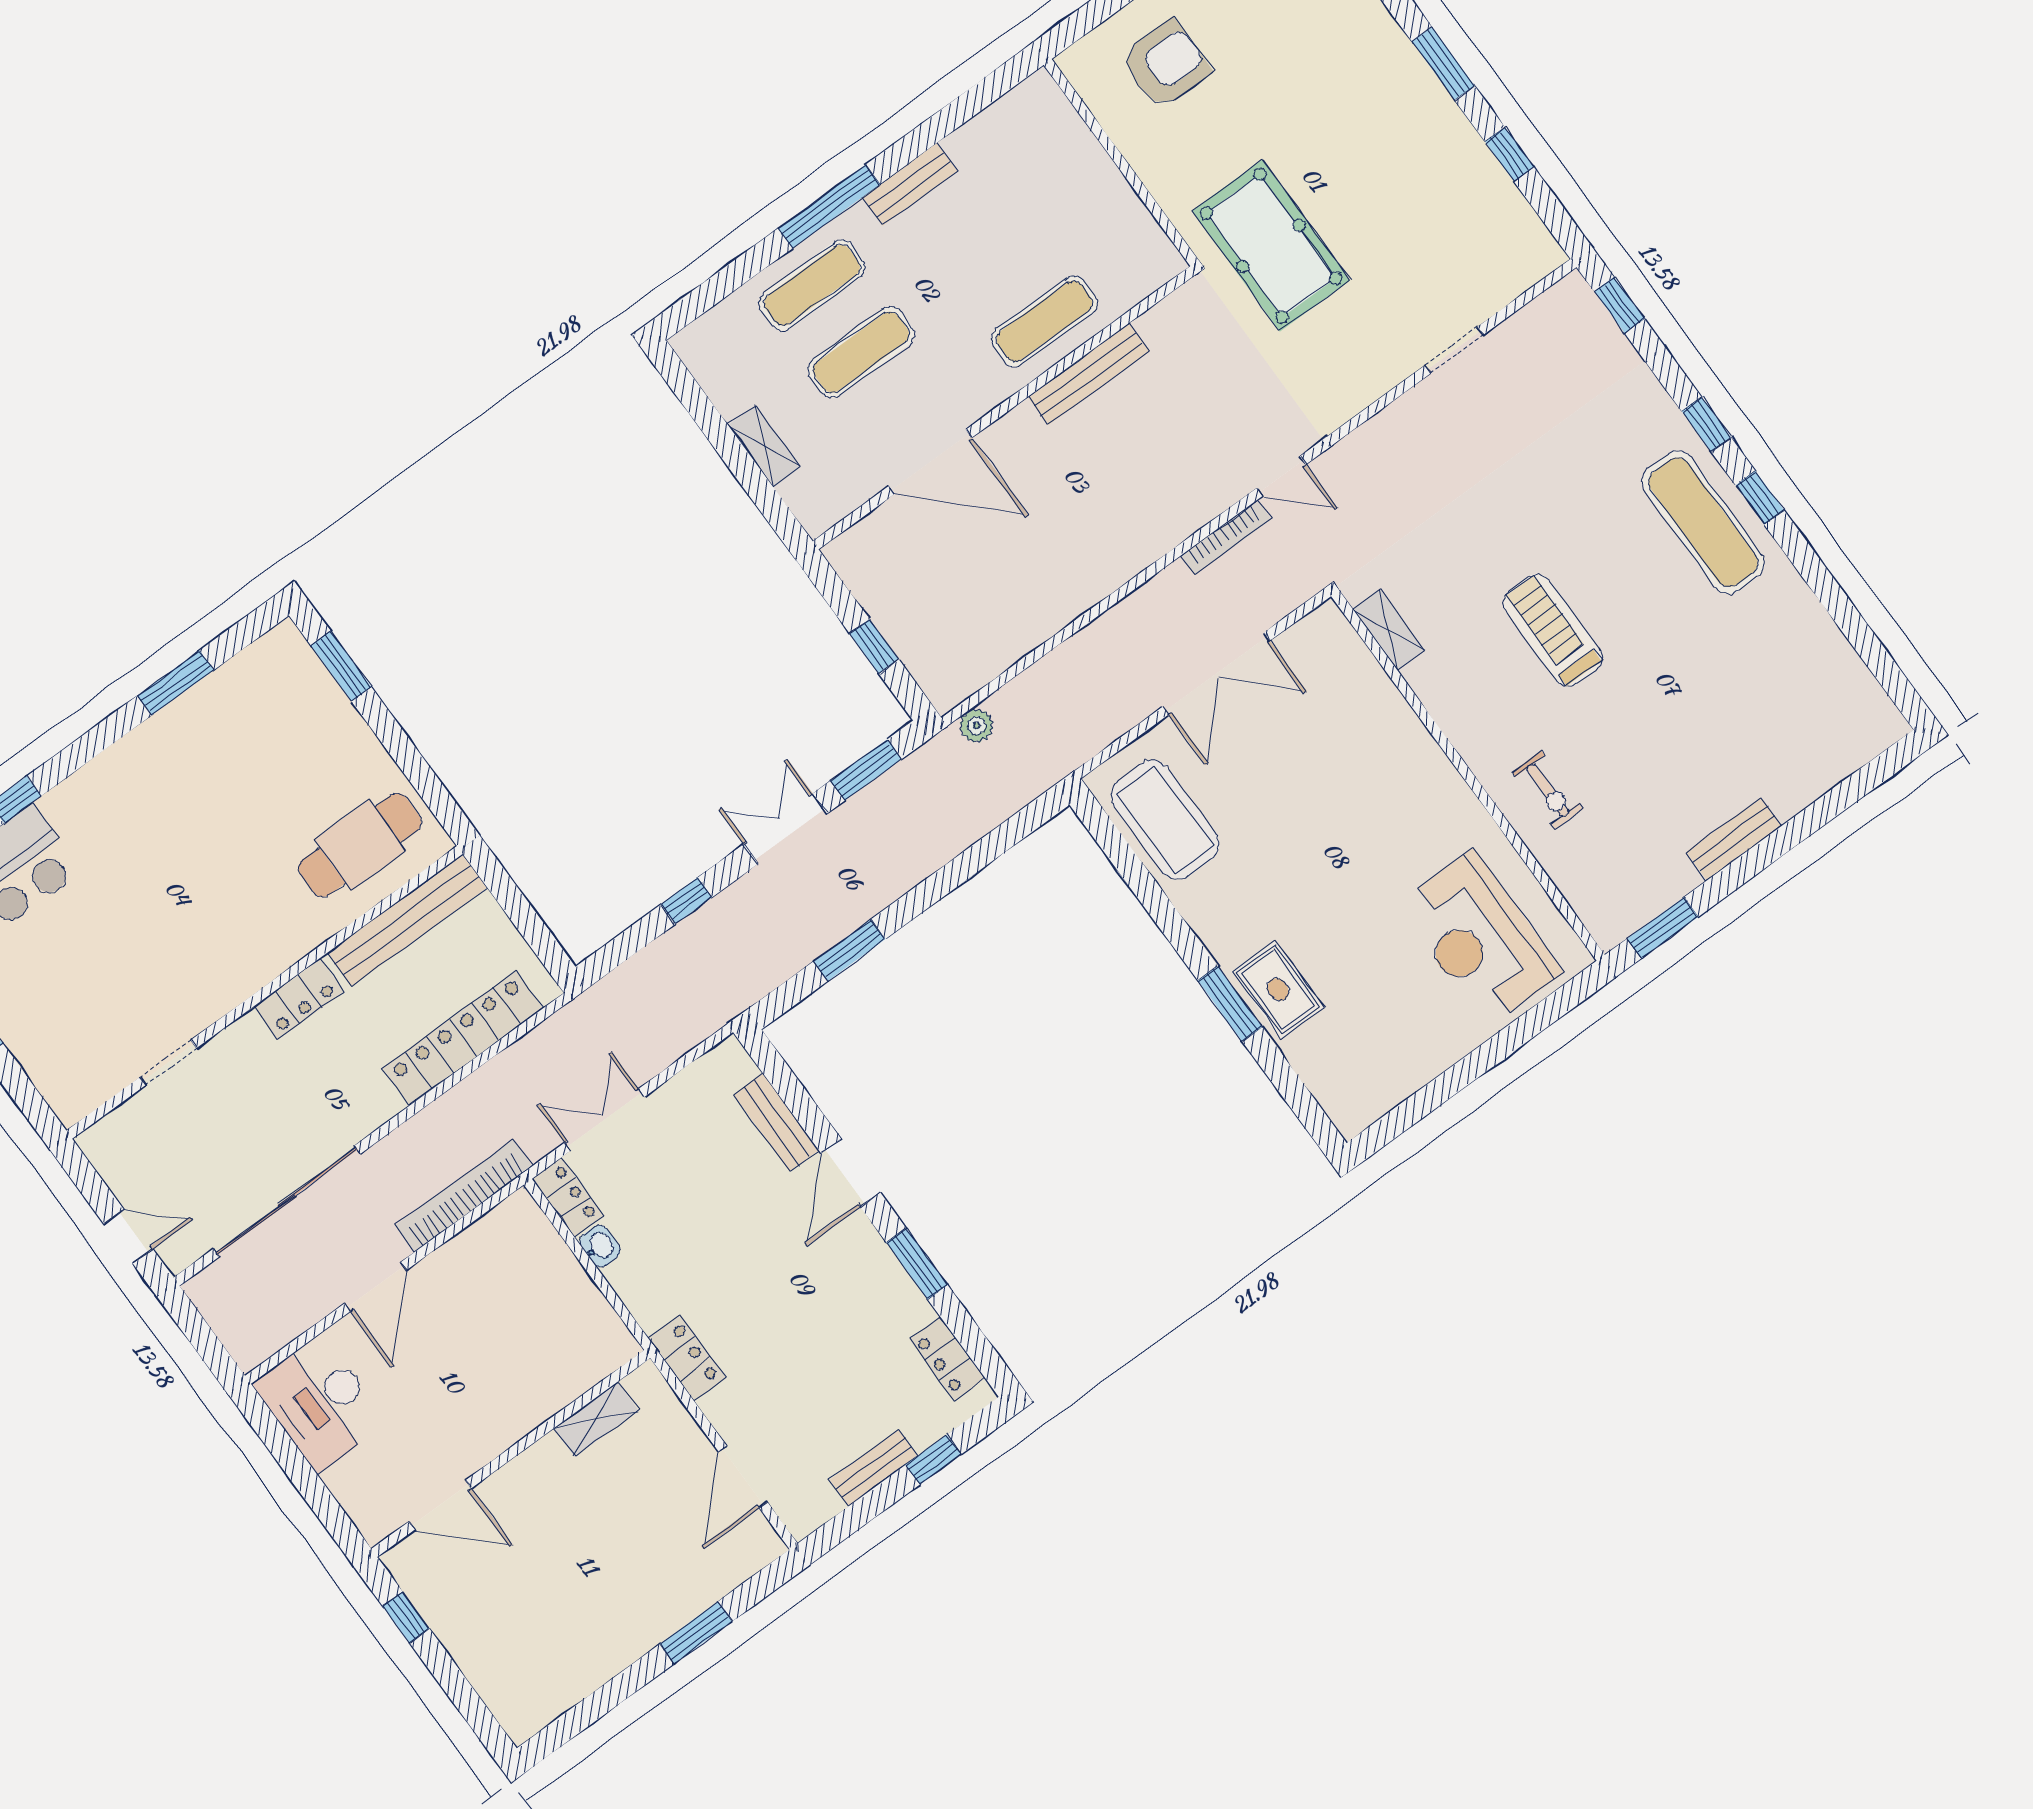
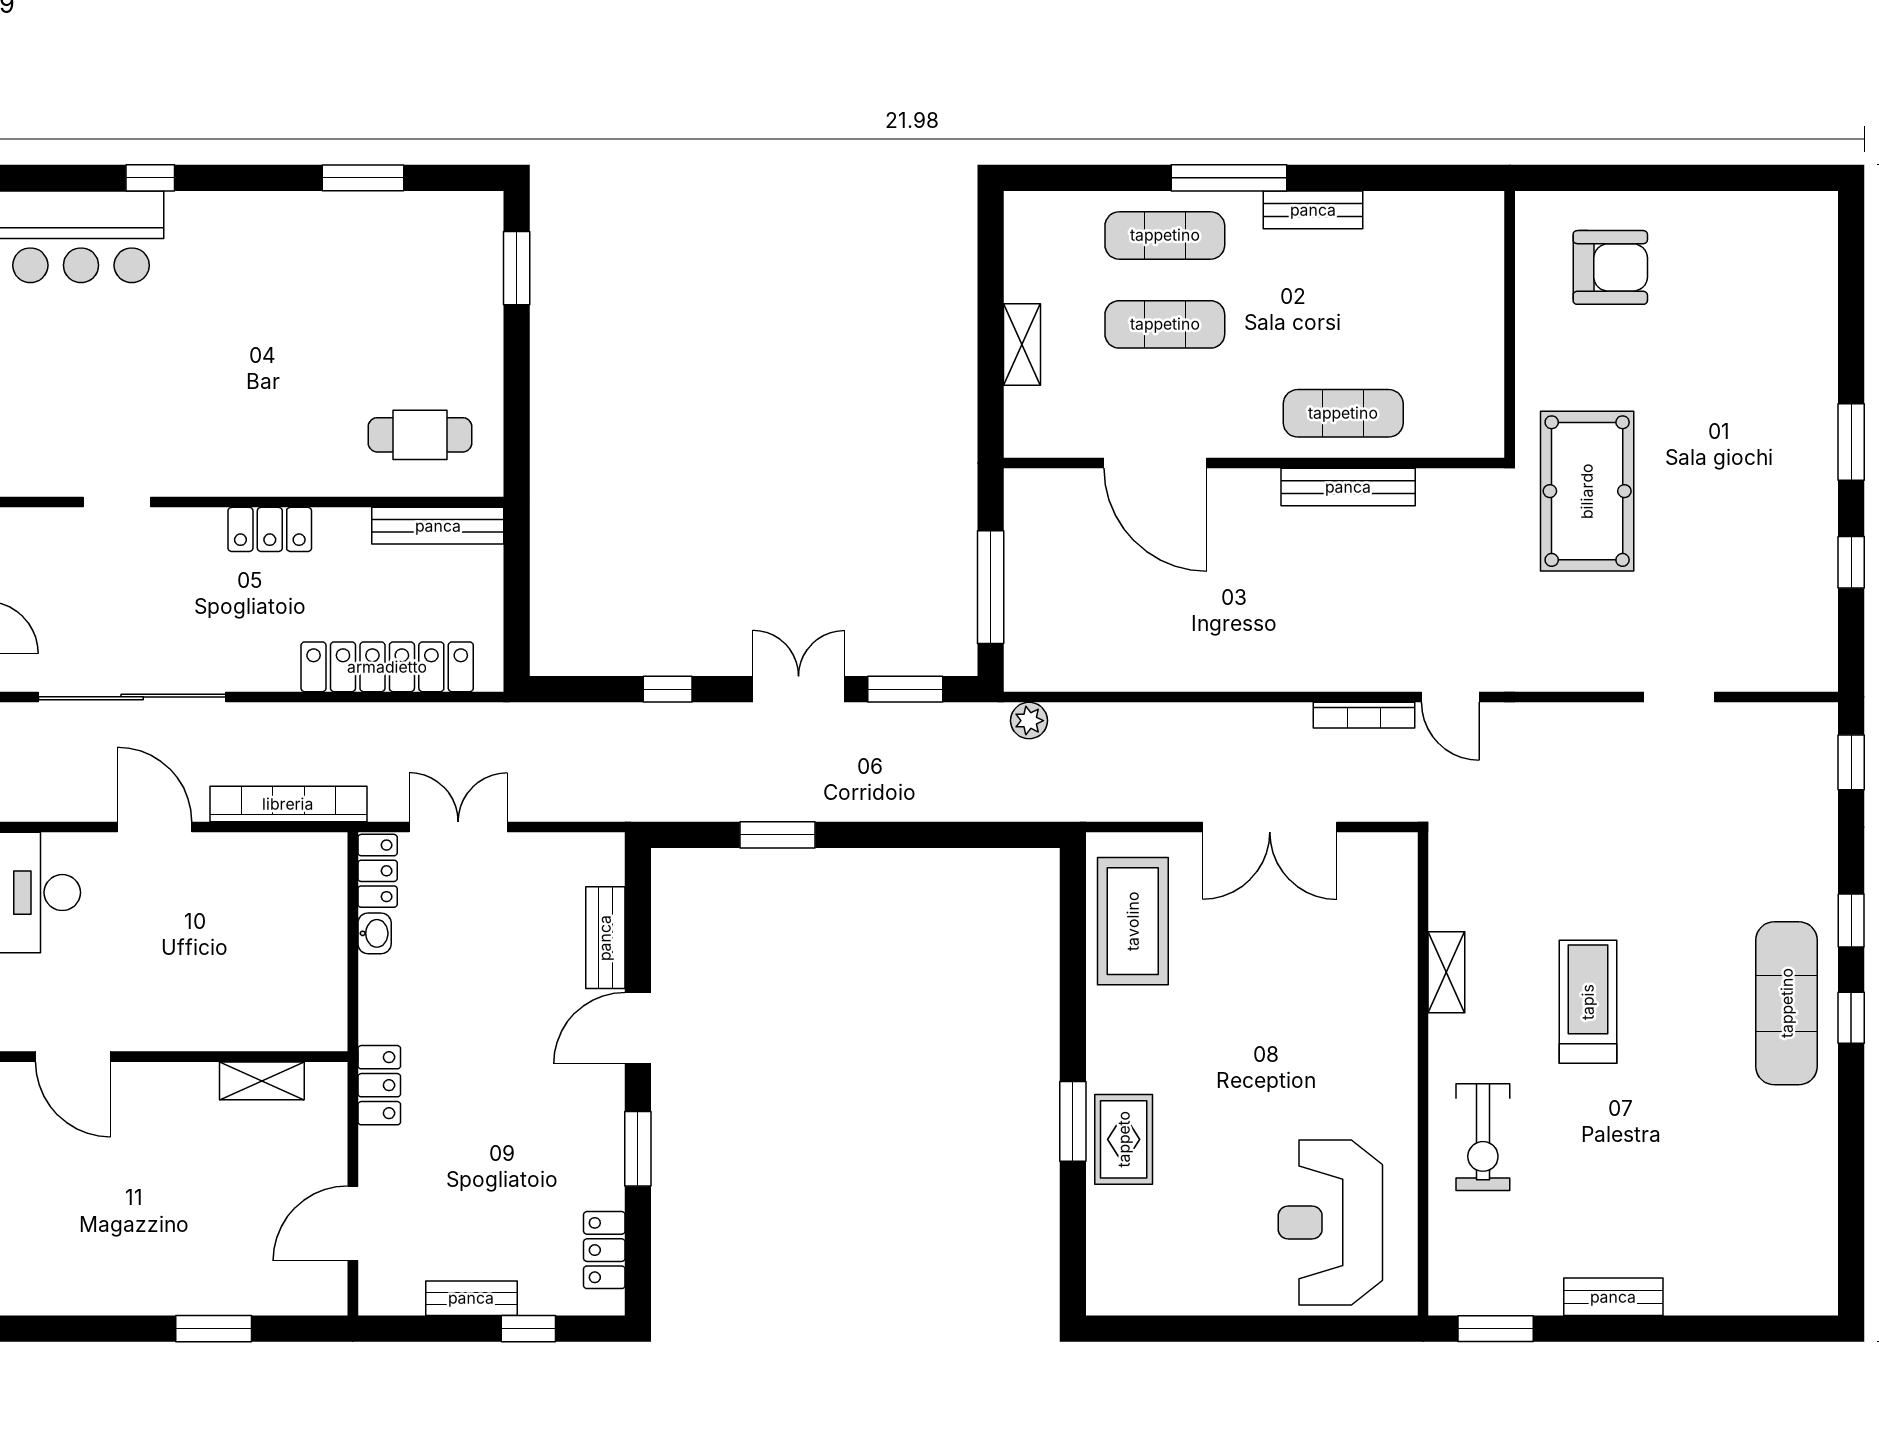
shelving: (1389, 630) -> (1446, 972), moved
window: (874, 646) -> (991, 587), width x2.17
exercise bike: (1548, 790) -> (1483, 1137), width x1.38, depth x1.39
cafe table: (360, 845) -> (420, 435), width x0.73, depth x0.74
bench: (407, 920) -> (438, 526), width x0.73, depth x0.82
door: (376, 1287) -> (155, 827), swing flipped

